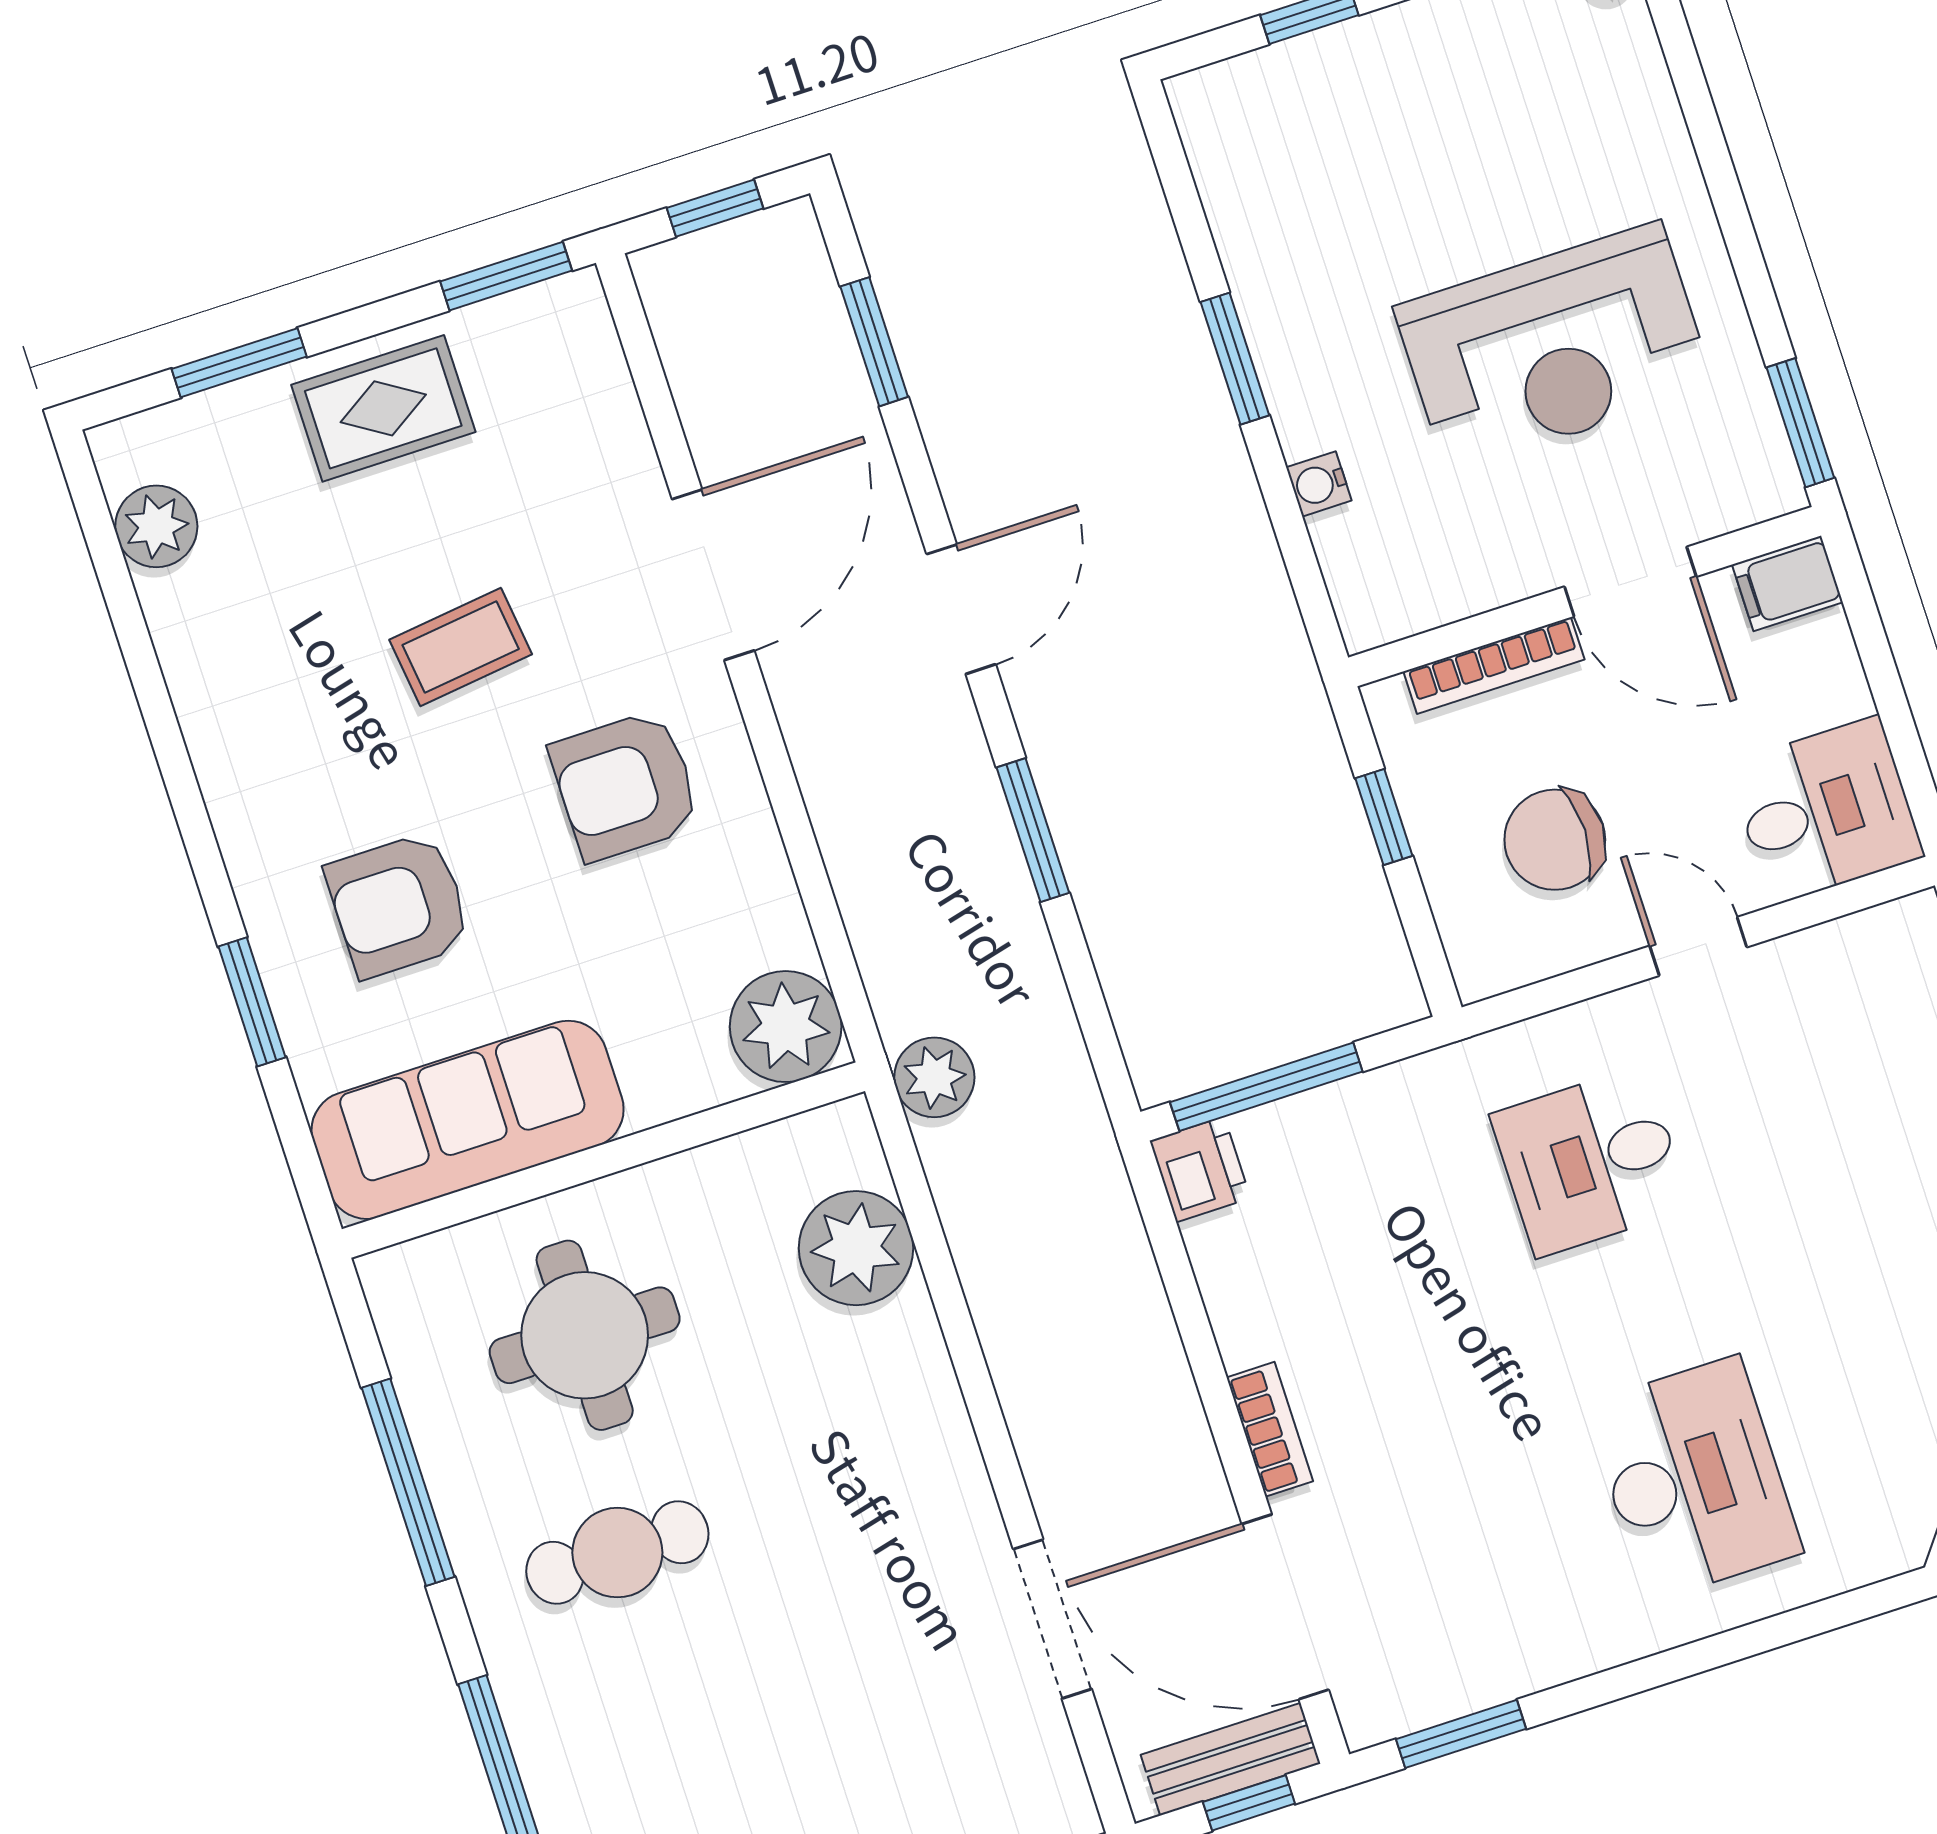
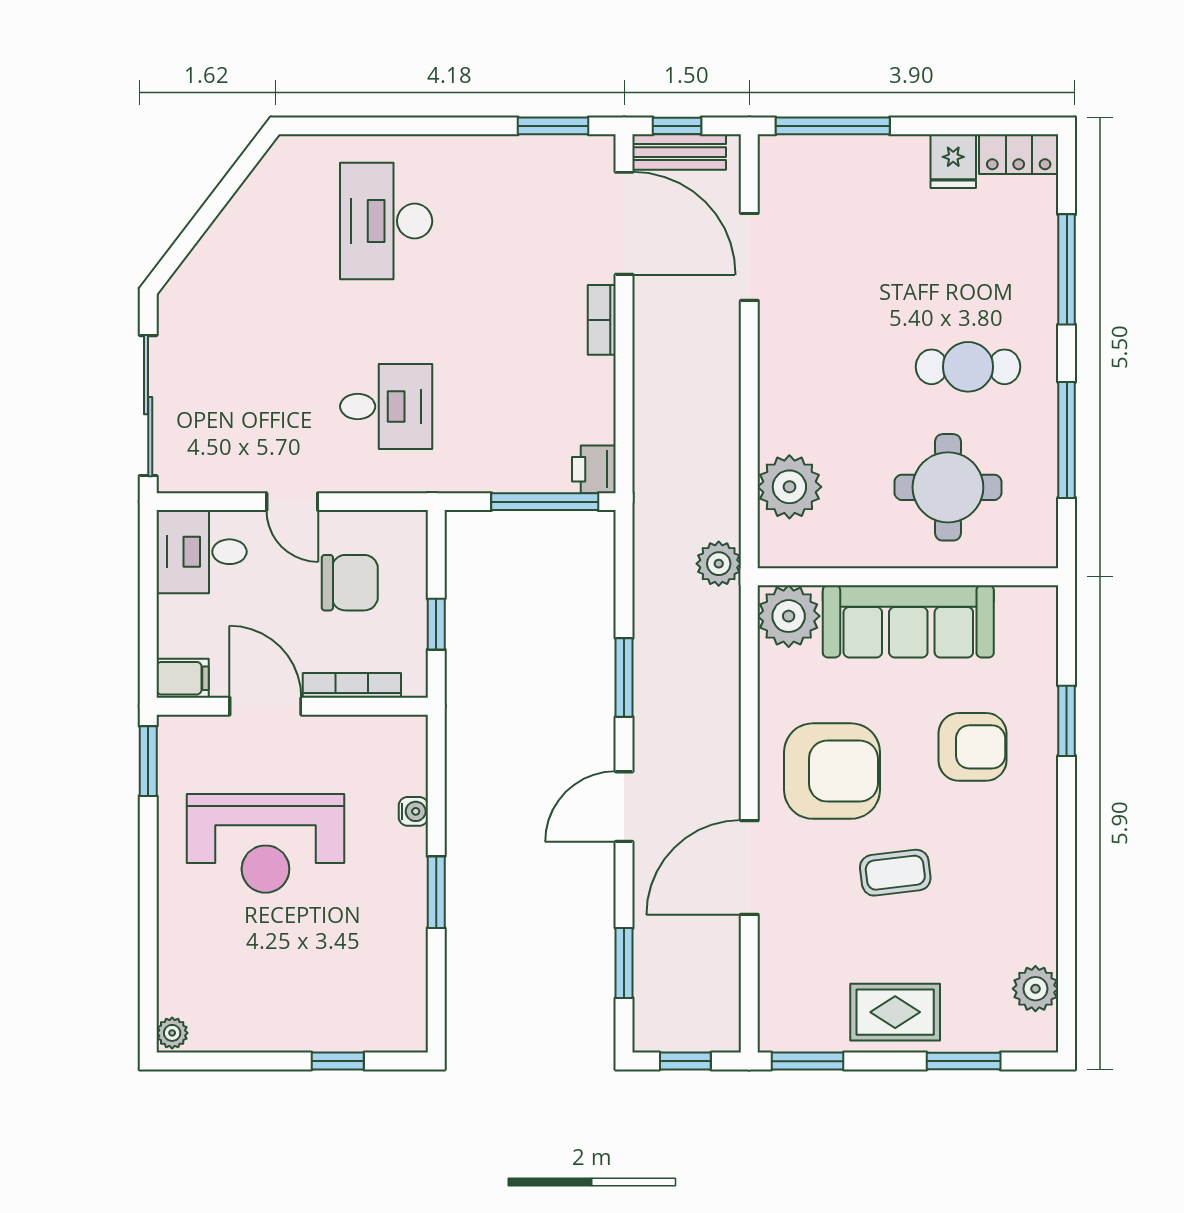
reception desk: (1554, 347) -> (265, 843), turned 180
armchair: (625, 786) -> (832, 771), width x1.36, depth x1.36
sofa: (468, 1120) -> (908, 621), moved

